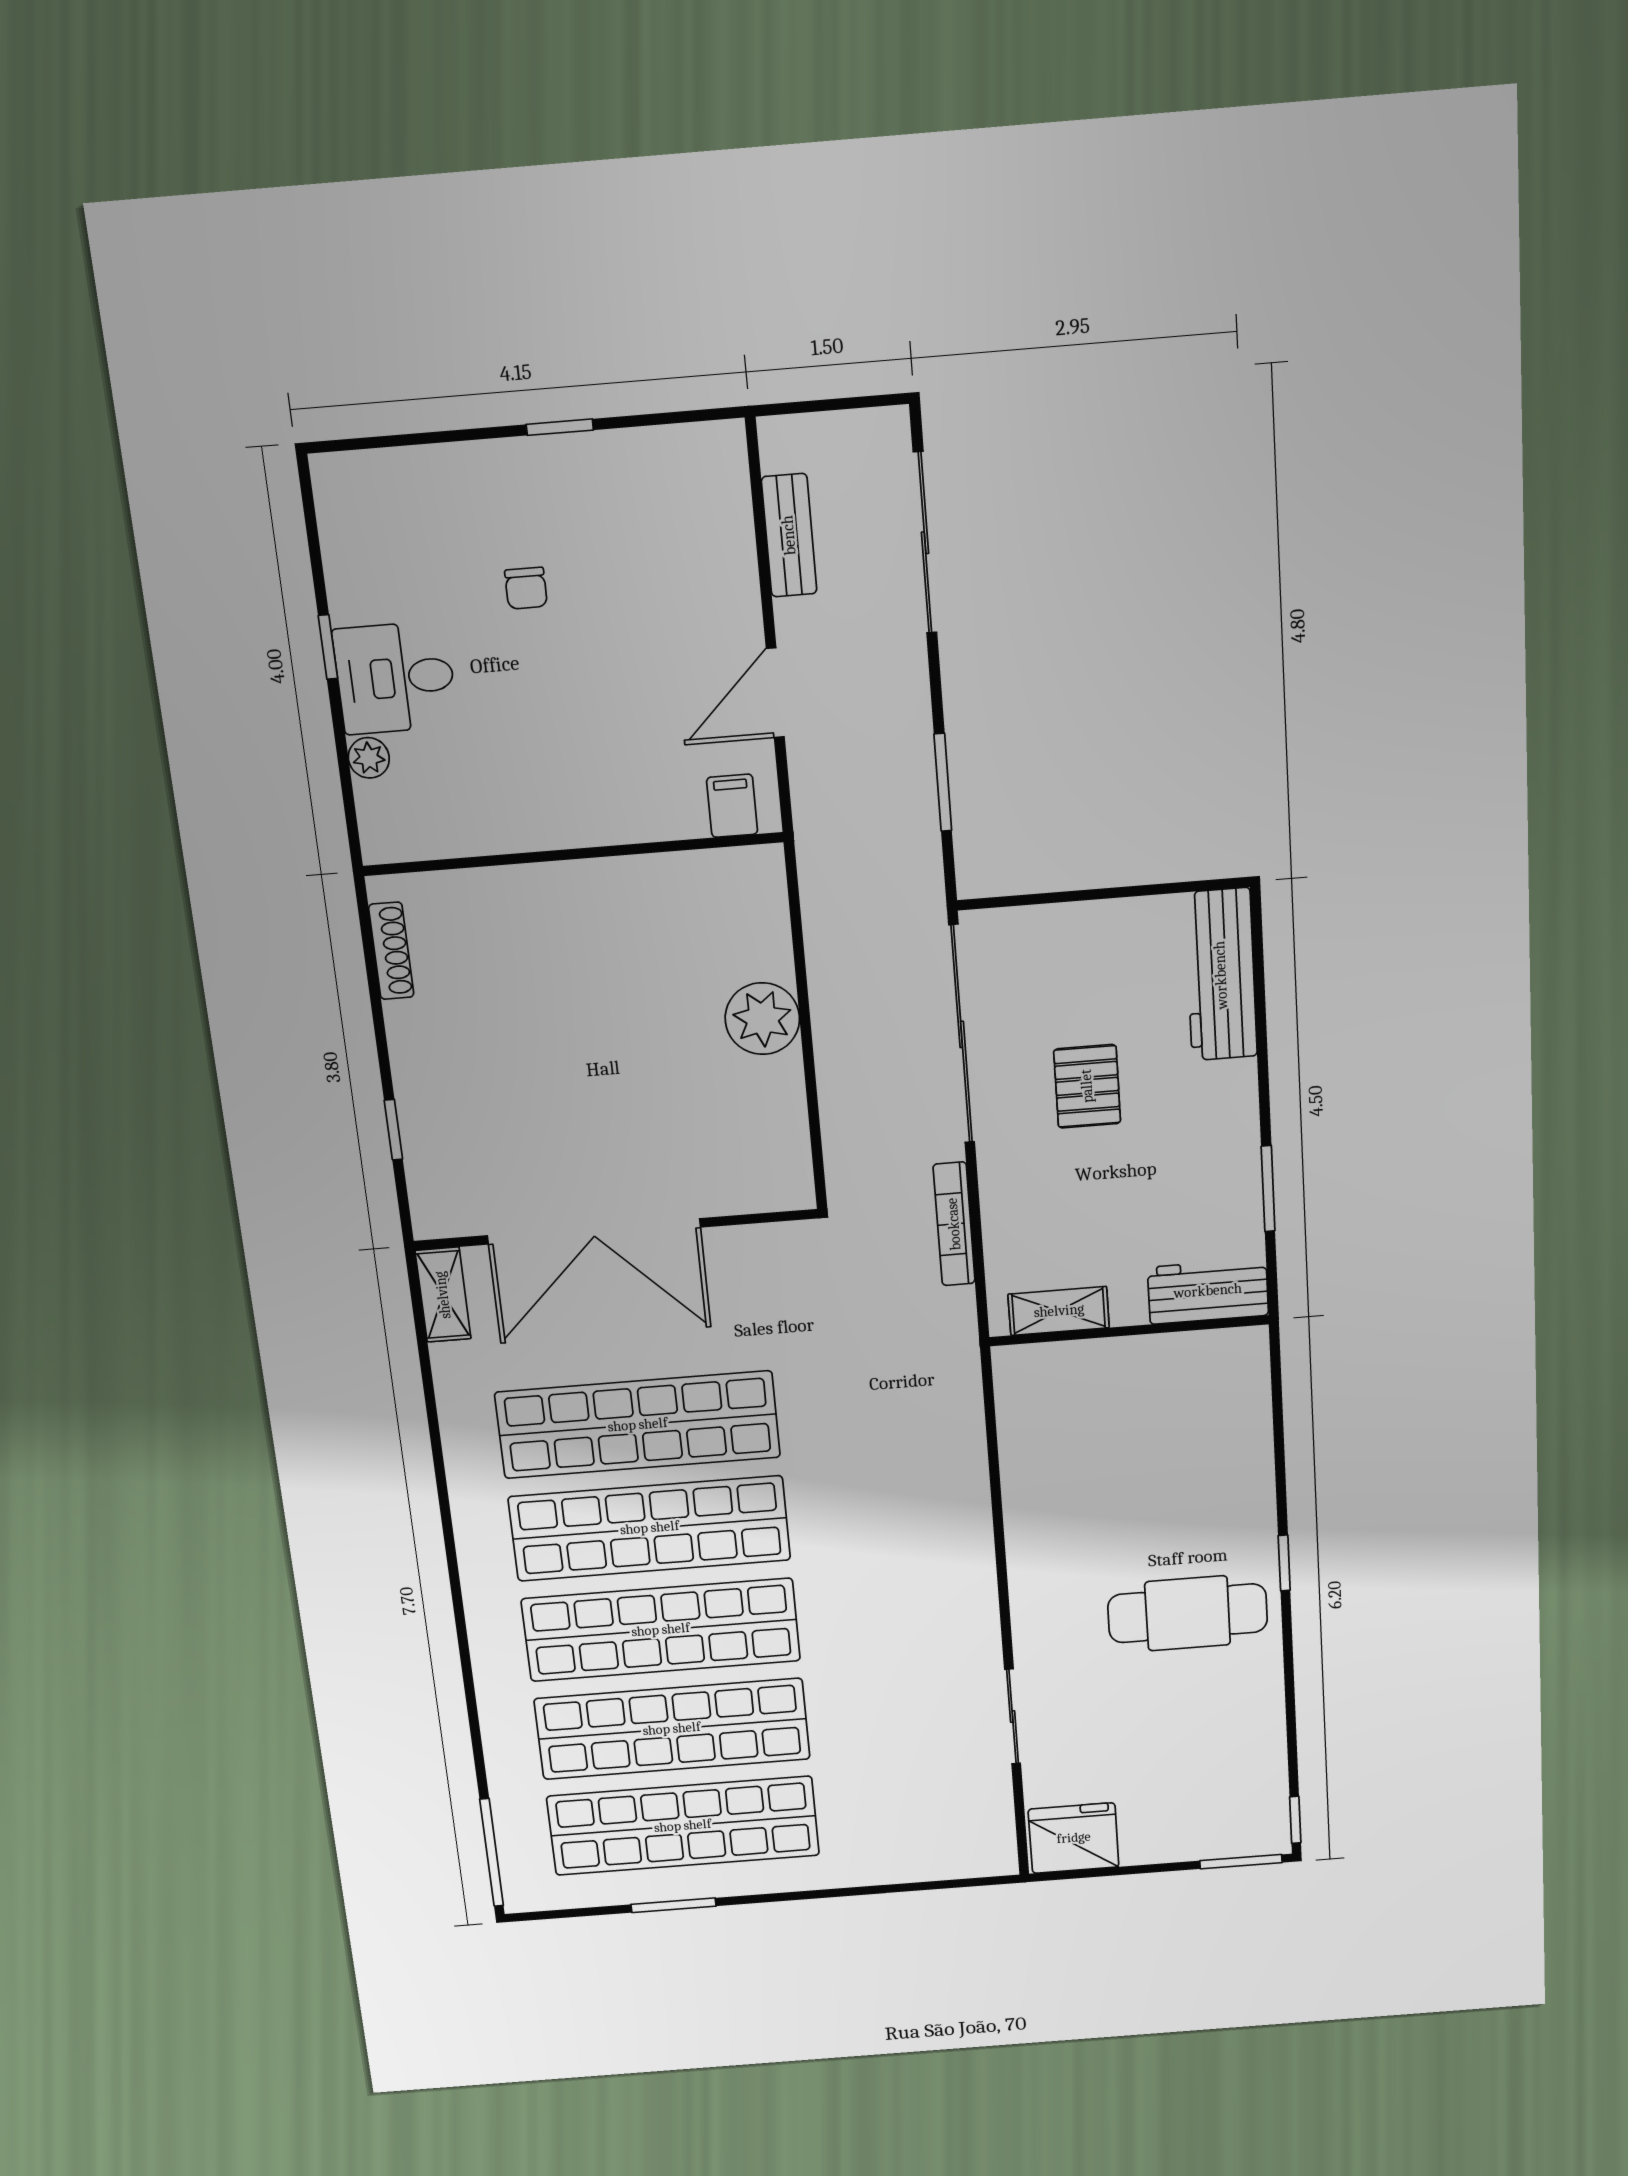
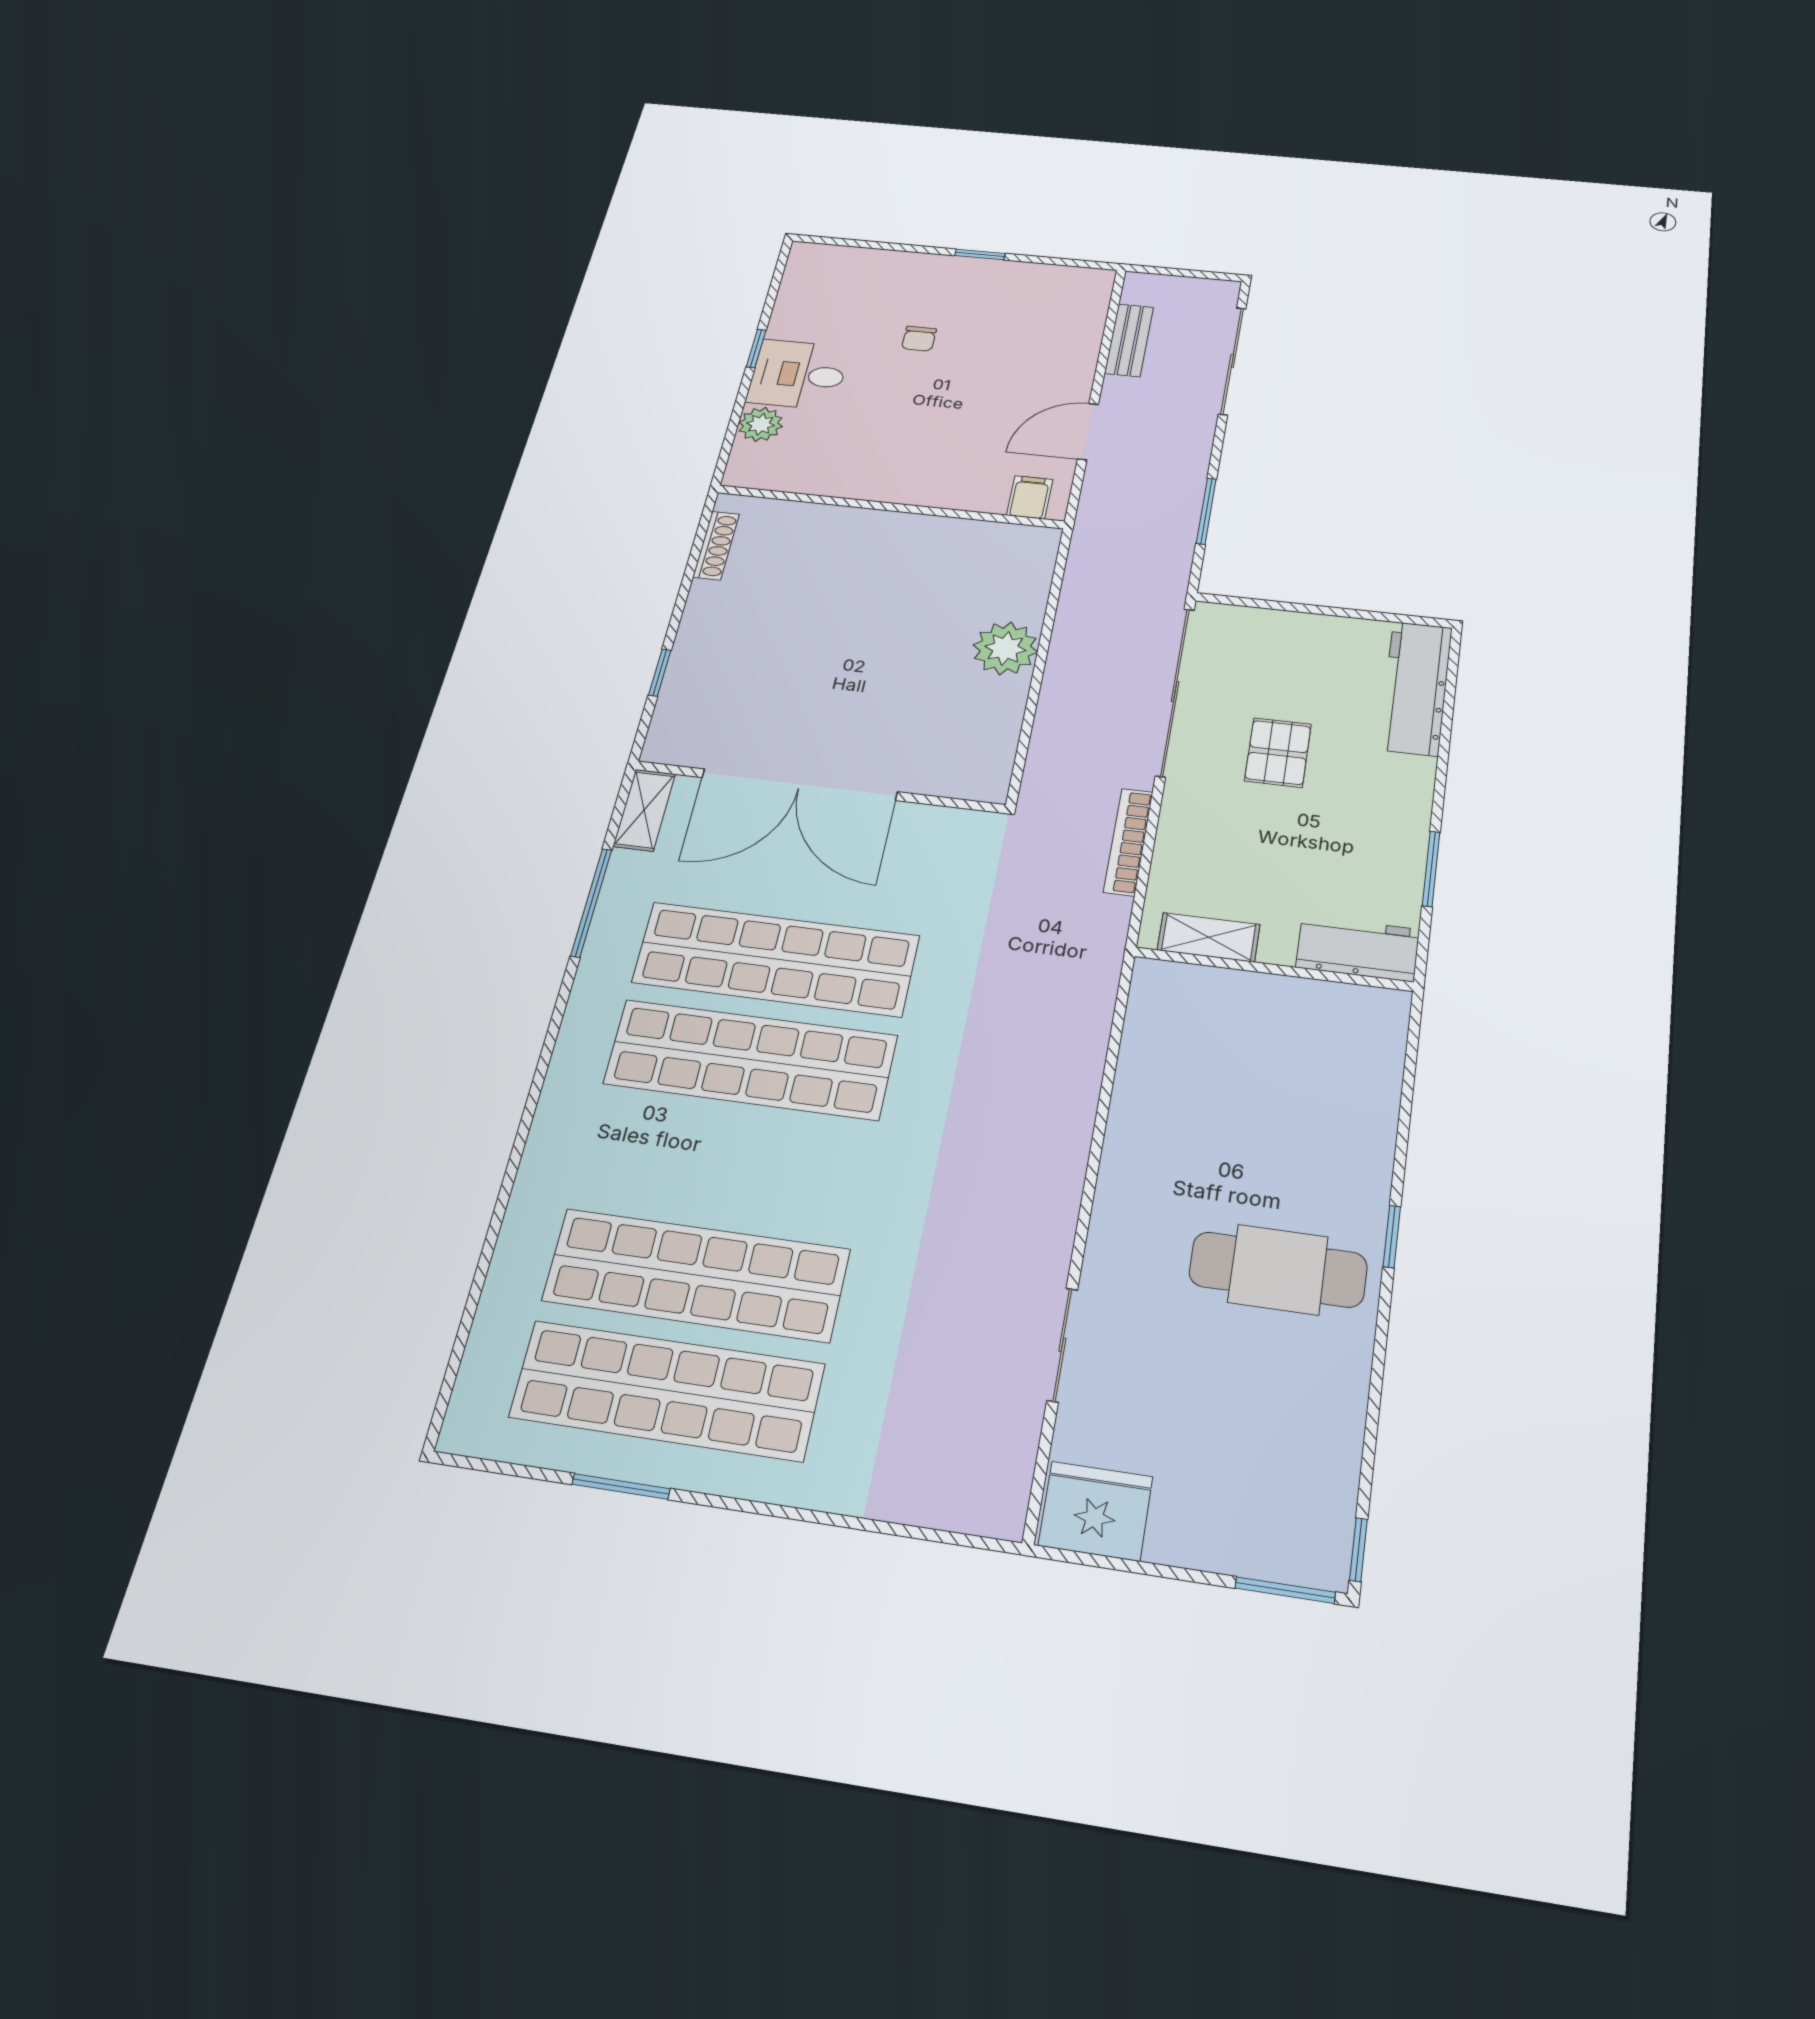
plant: (369, 758) -> (761, 424), width x1.38, depth x1.38
shop shelf: (661, 1630) -> (724, 1165), removed
window: (492, 1853) -> (591, 903), moved

